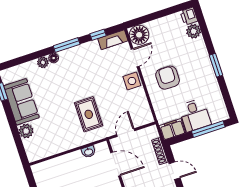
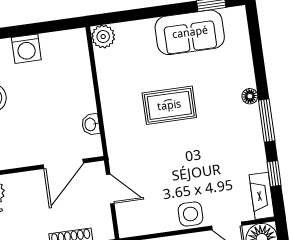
plant: (43, 62) -> (246, 78), removed
rug: (89, 114) -> (169, 105), moved
plant: (26, 131) -> (103, 37), moved

